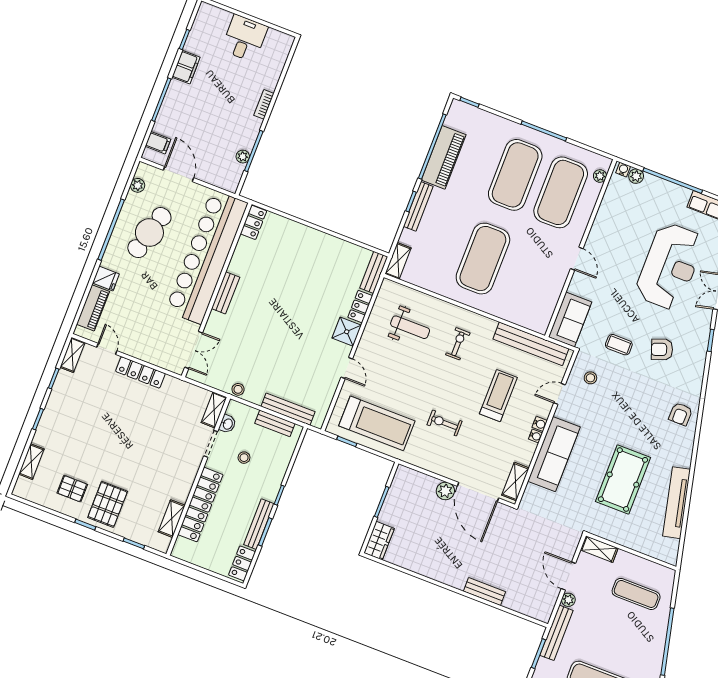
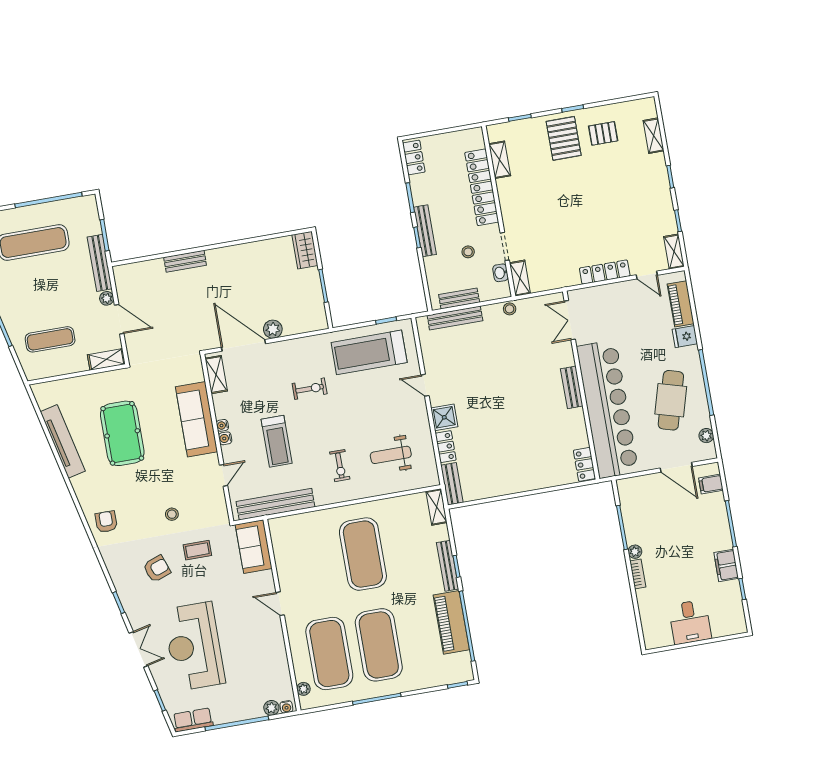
plant: (243, 157) -> (635, 552), moved
stool: (590, 378) -> (172, 514), moved
bench: (259, 524) -> (425, 231), moved

